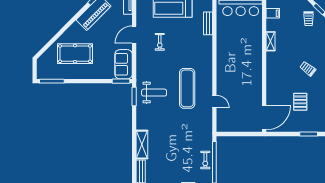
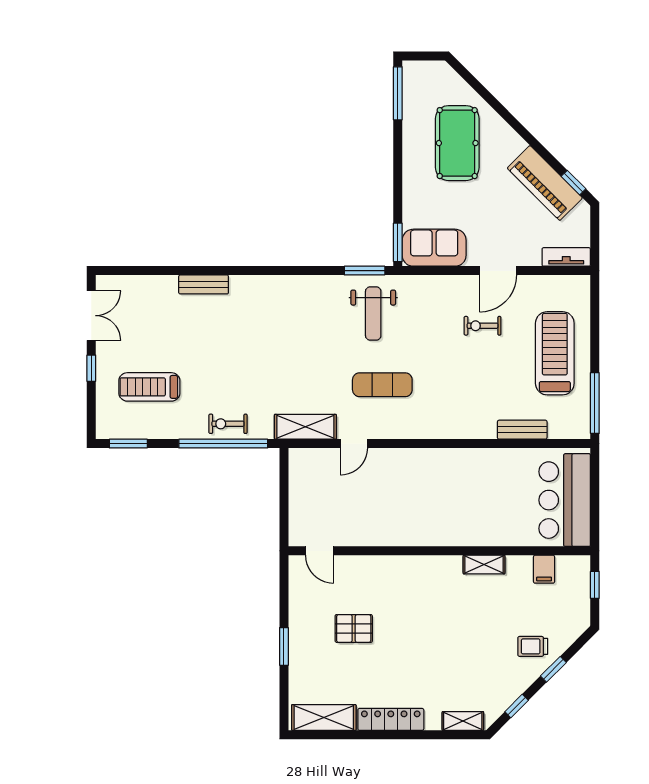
door: (134, 35) -> (498, 271), swing flipped
trolley: (308, 69) -> (425, 645), removed
exercise mat: (187, 88) -> (382, 385), width x0.73, depth x0.69
door: (264, 117) -> (320, 551), width x0.53
shelving: (142, 145) -> (305, 427), moved

